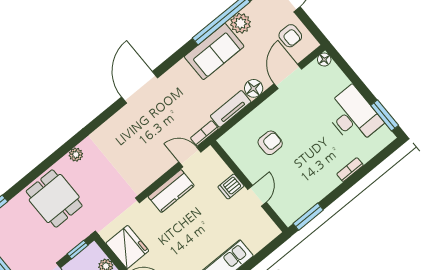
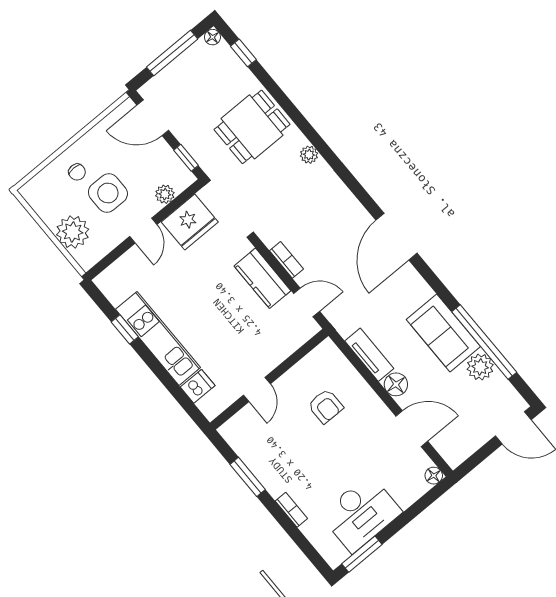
armchair: (290, 36) -> (464, 432), removed
door: (140, 87) -> (397, 237), swing flipped
bookcase: (204, 133) -> (286, 260), moved
door: (190, 157) -> (307, 302), hinge flipped
dishwasher: (231, 186) -> (198, 386), moved, turned 90
door: (257, 196) -> (257, 390), hinge flipped
window: (308, 217) -> (248, 477), moved

